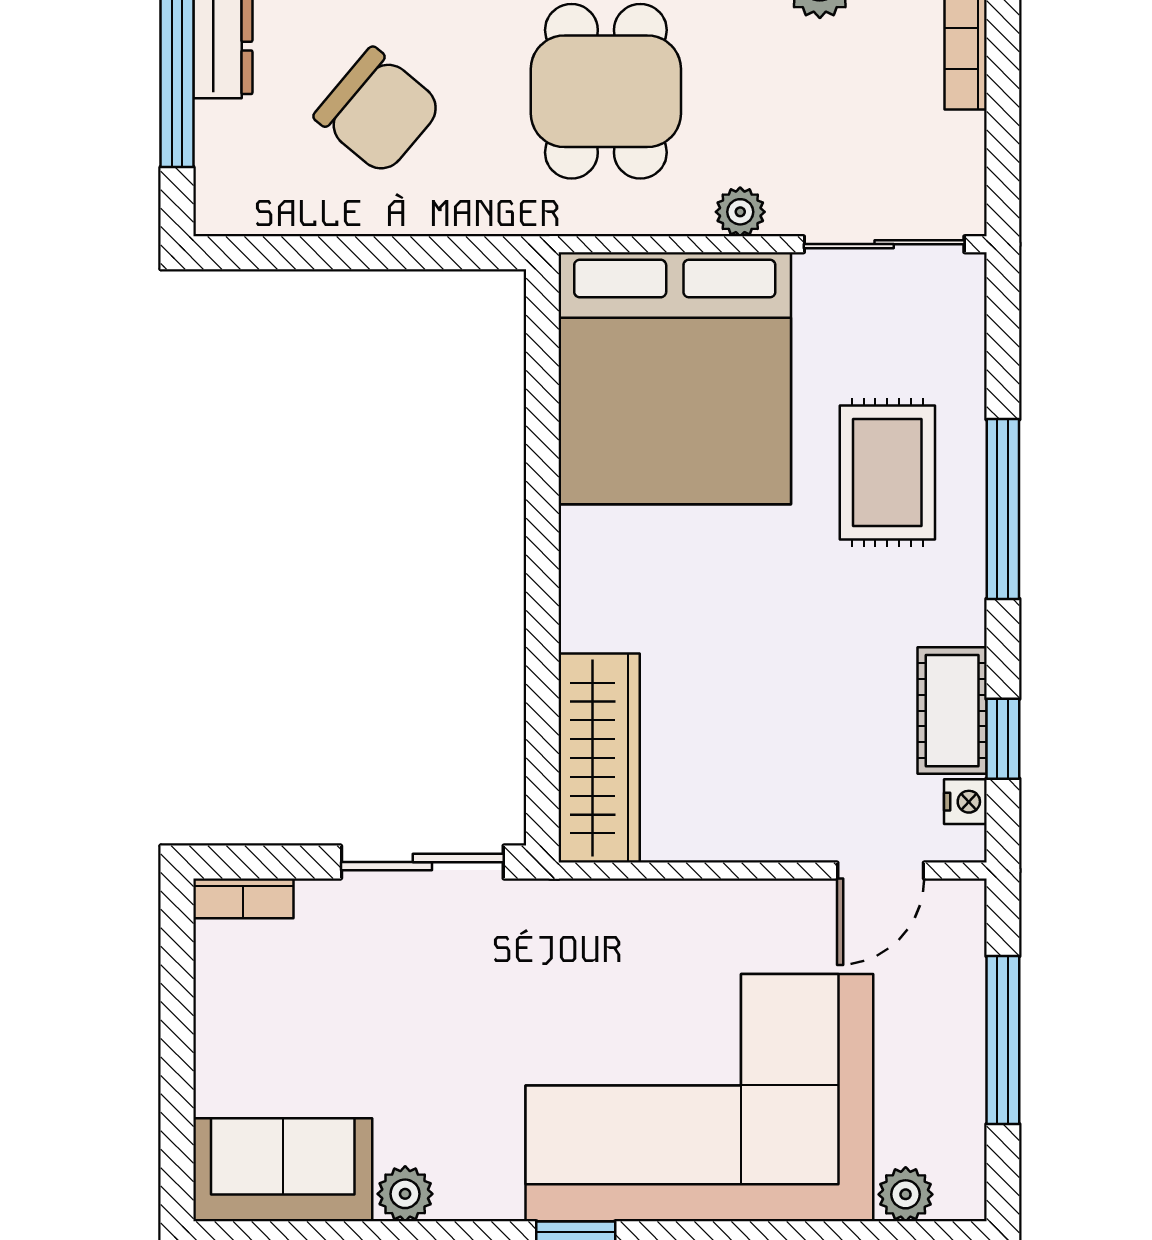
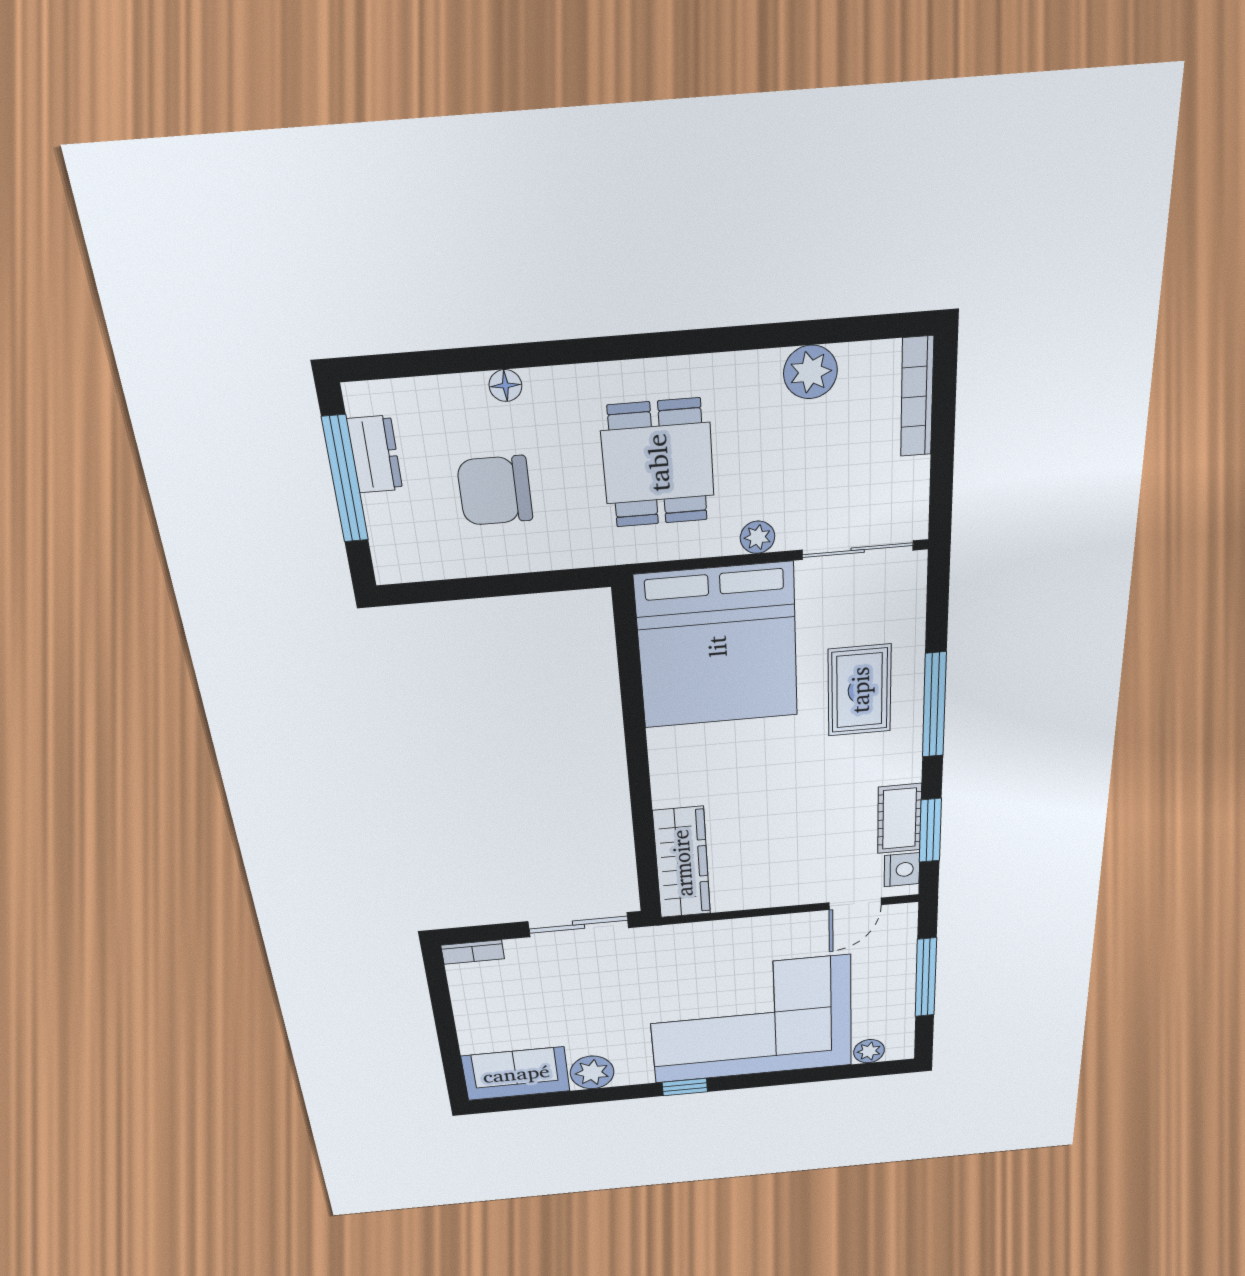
chair: (378, 111) -> (495, 491), turned 140
window: (1003, 739) -> (930, 831), width x1.50
nightstand: (965, 802) -> (902, 870), width x1.39, depth x1.35
plant: (405, 1194) -> (592, 1072), width x1.38, depth x1.38

